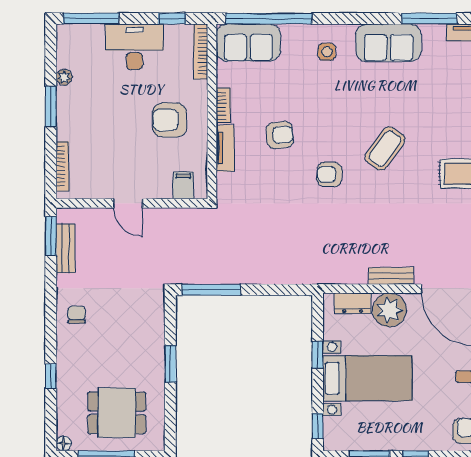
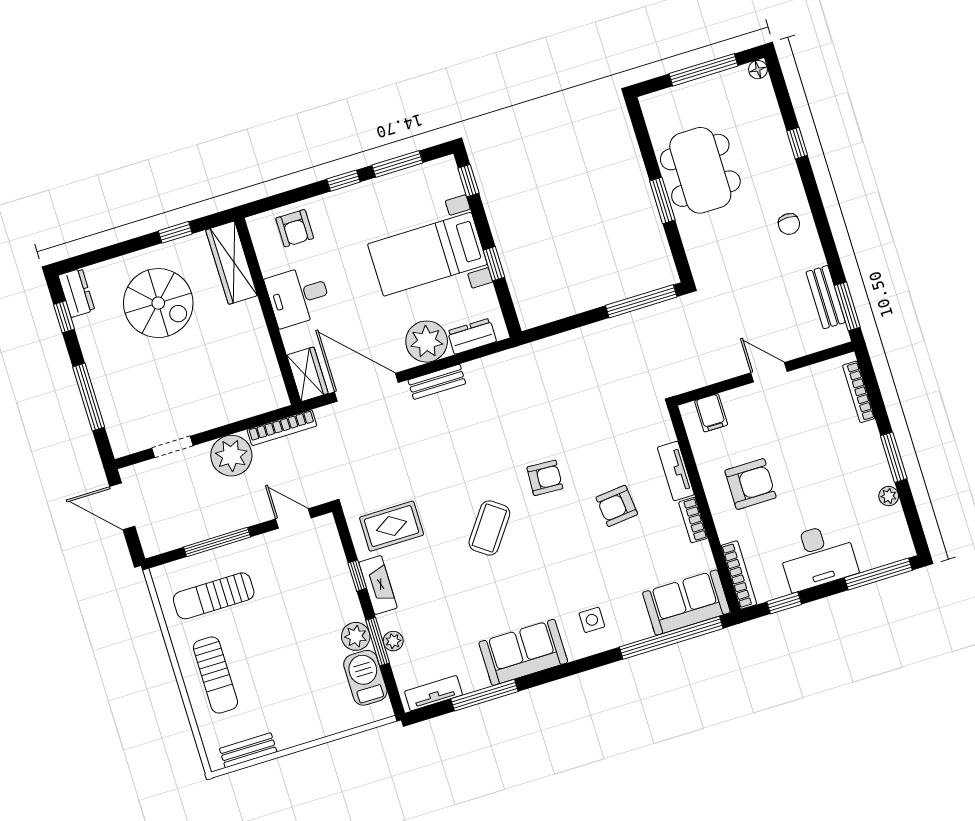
dining table: (117, 413) -> (700, 170), moved, width x1.38

